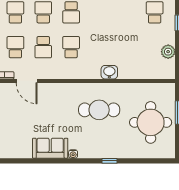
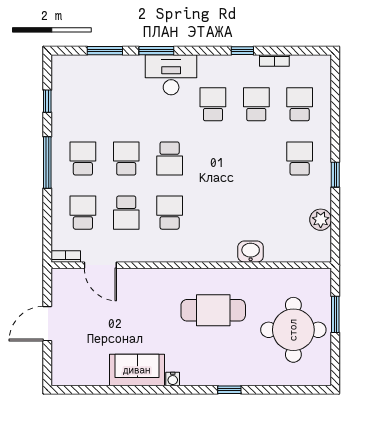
washbasin: (109, 72) -> (251, 252), moved

